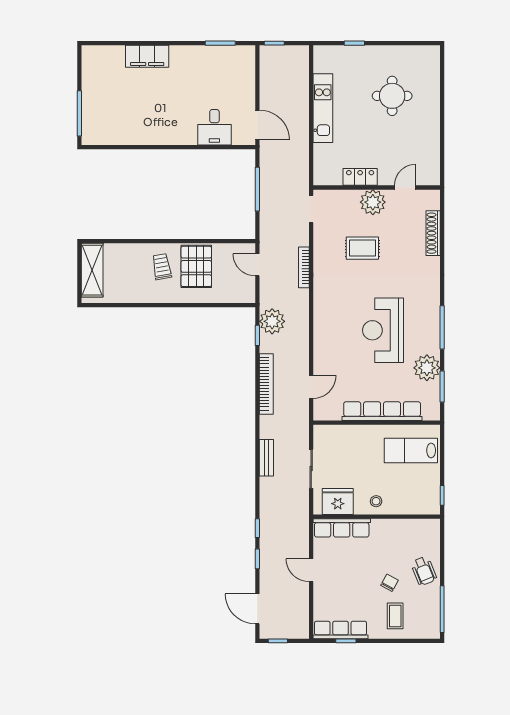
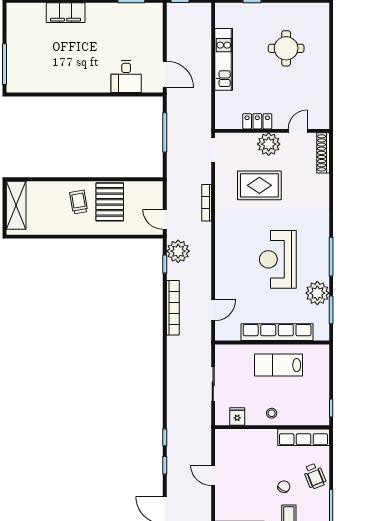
shoe rack: (433, 233) -> (323, 153), moved
rug: (362, 248) -> (259, 185), width x1.36, depth x1.43
door: (257, 265) -> (165, 219), moved
lab bench: (411, 450) -> (278, 365), moved
bench: (266, 458) -> (173, 374), removed
fridge: (338, 502) -> (237, 416), width x0.53, depth x0.75
row of seats: (342, 528) -> (304, 437), moved

